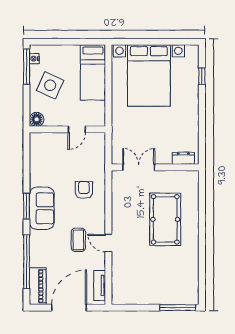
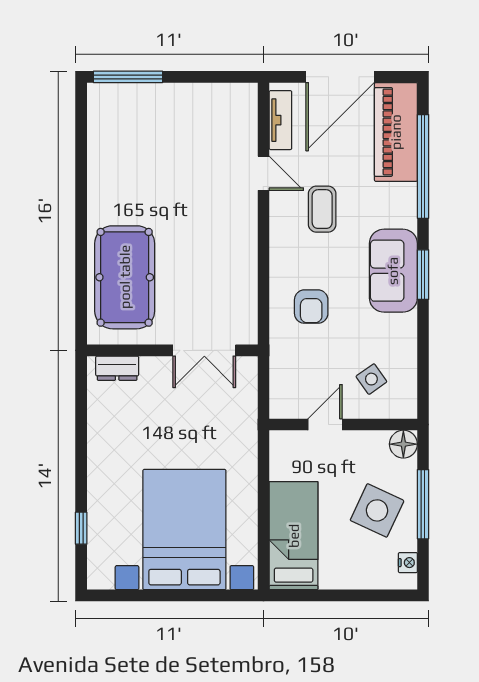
window: (27, 67) -> (423, 504), moved
side table: (53, 153) -> (371, 379), added
pool table: (165, 219) -> (125, 277), moved
door: (108, 243) -> (263, 173), moved
piano: (38, 286) -> (396, 132), width x1.37, depth x1.33

